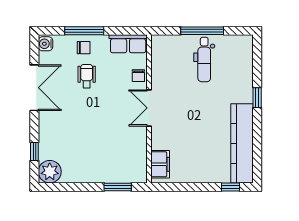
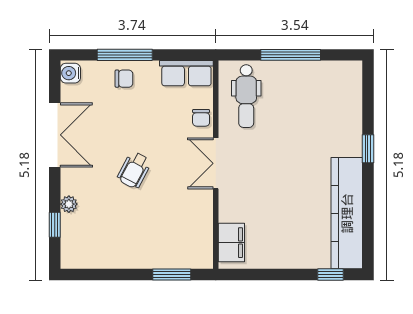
dental chair: (204, 59) -> (246, 96), moved
wheelchair: (87, 76) -> (134, 170), moved, turned -152
plant: (50, 172) -> (69, 204), moved, width x0.53, depth x0.53

